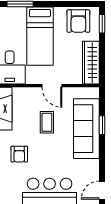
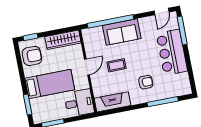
window: (102, 125) -> (110, 21), width x3.17
sofa: (86, 129) -> (122, 32), width x0.73
door: (102, 190) -> (162, 11), hinge flipped

